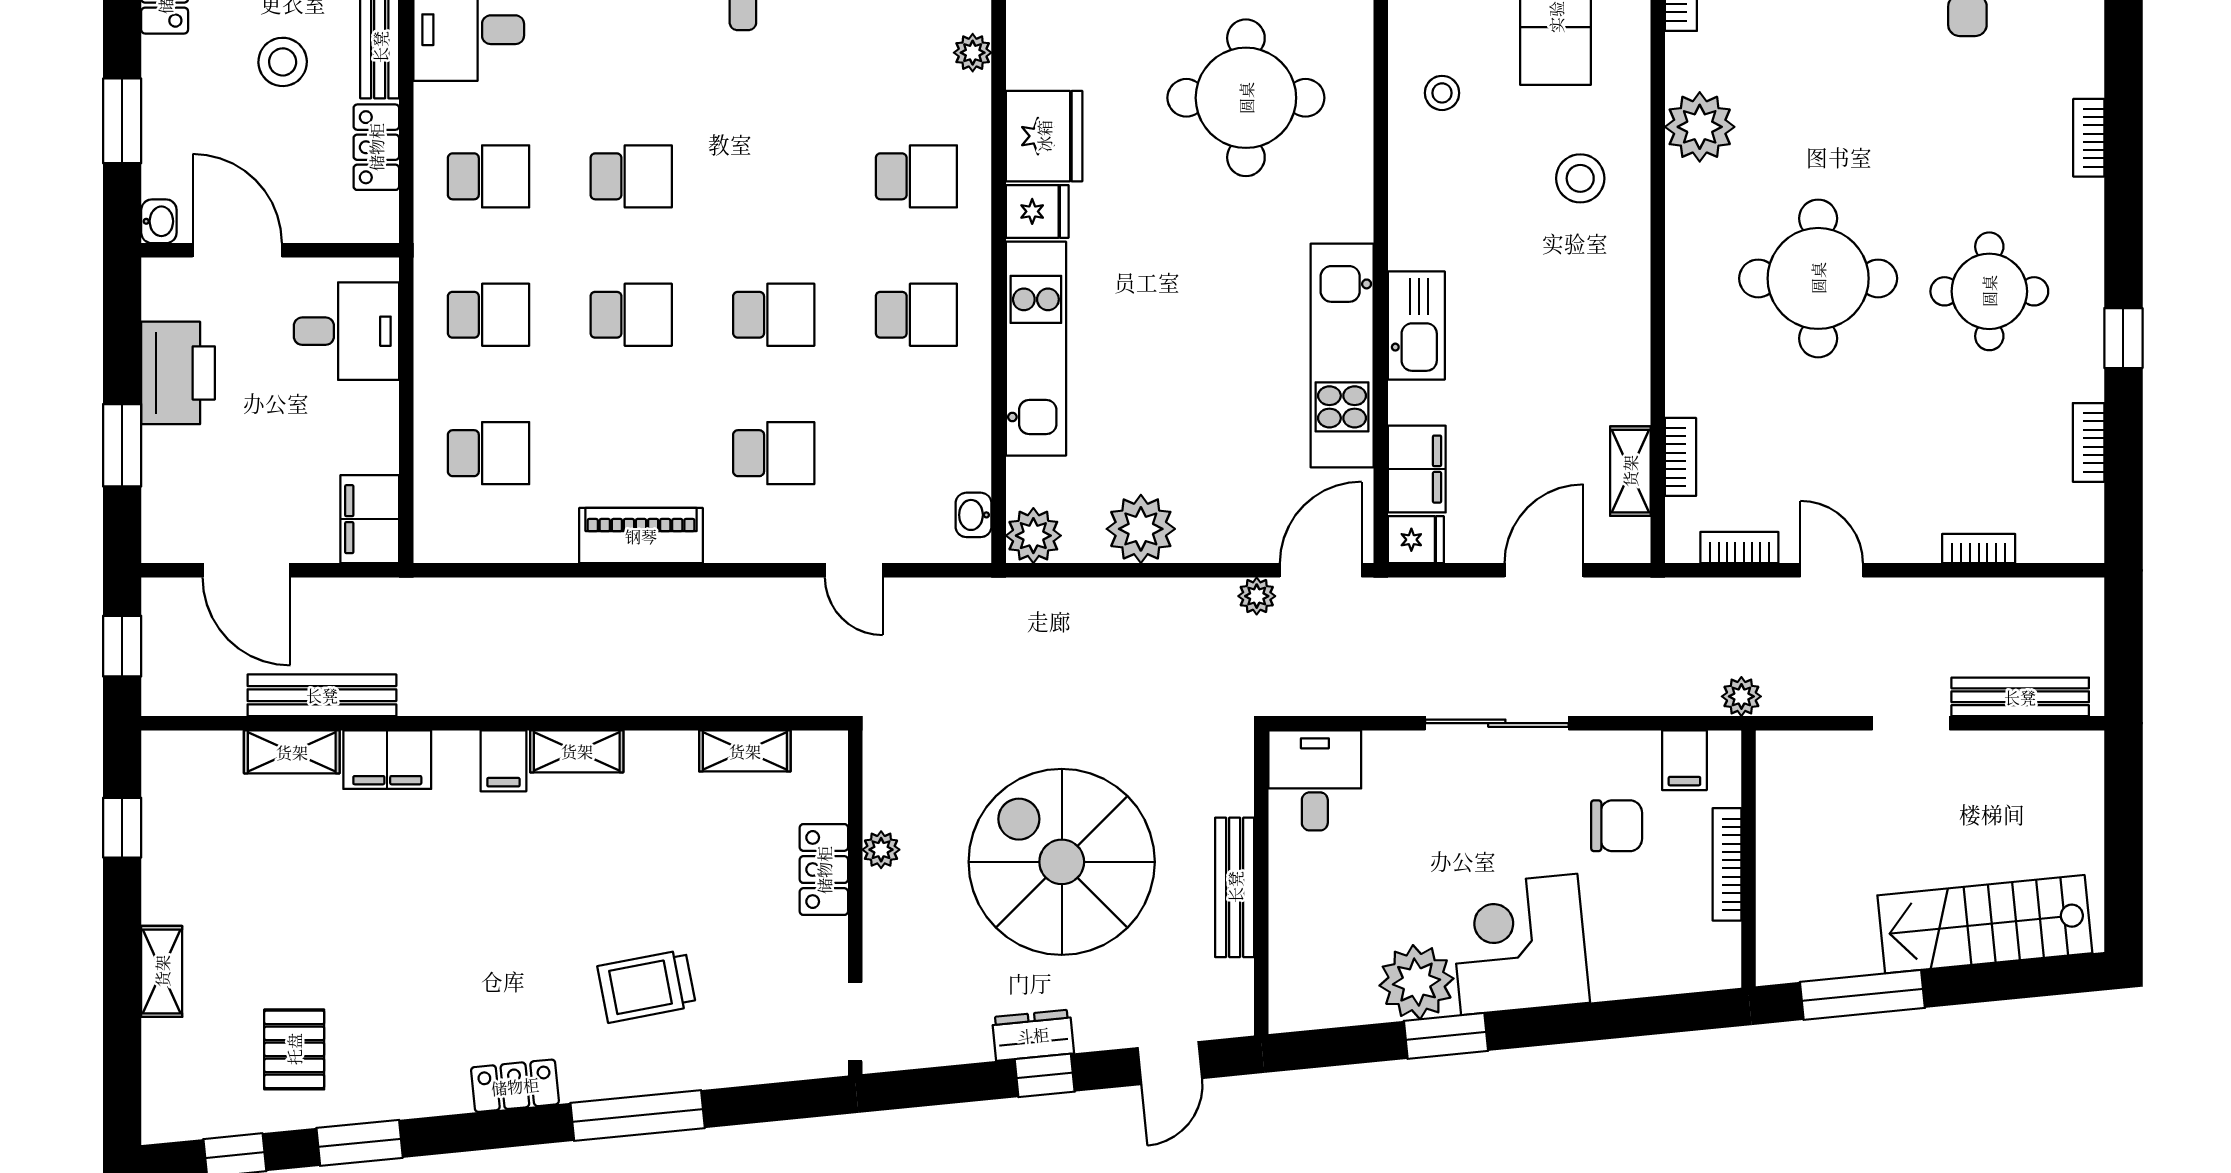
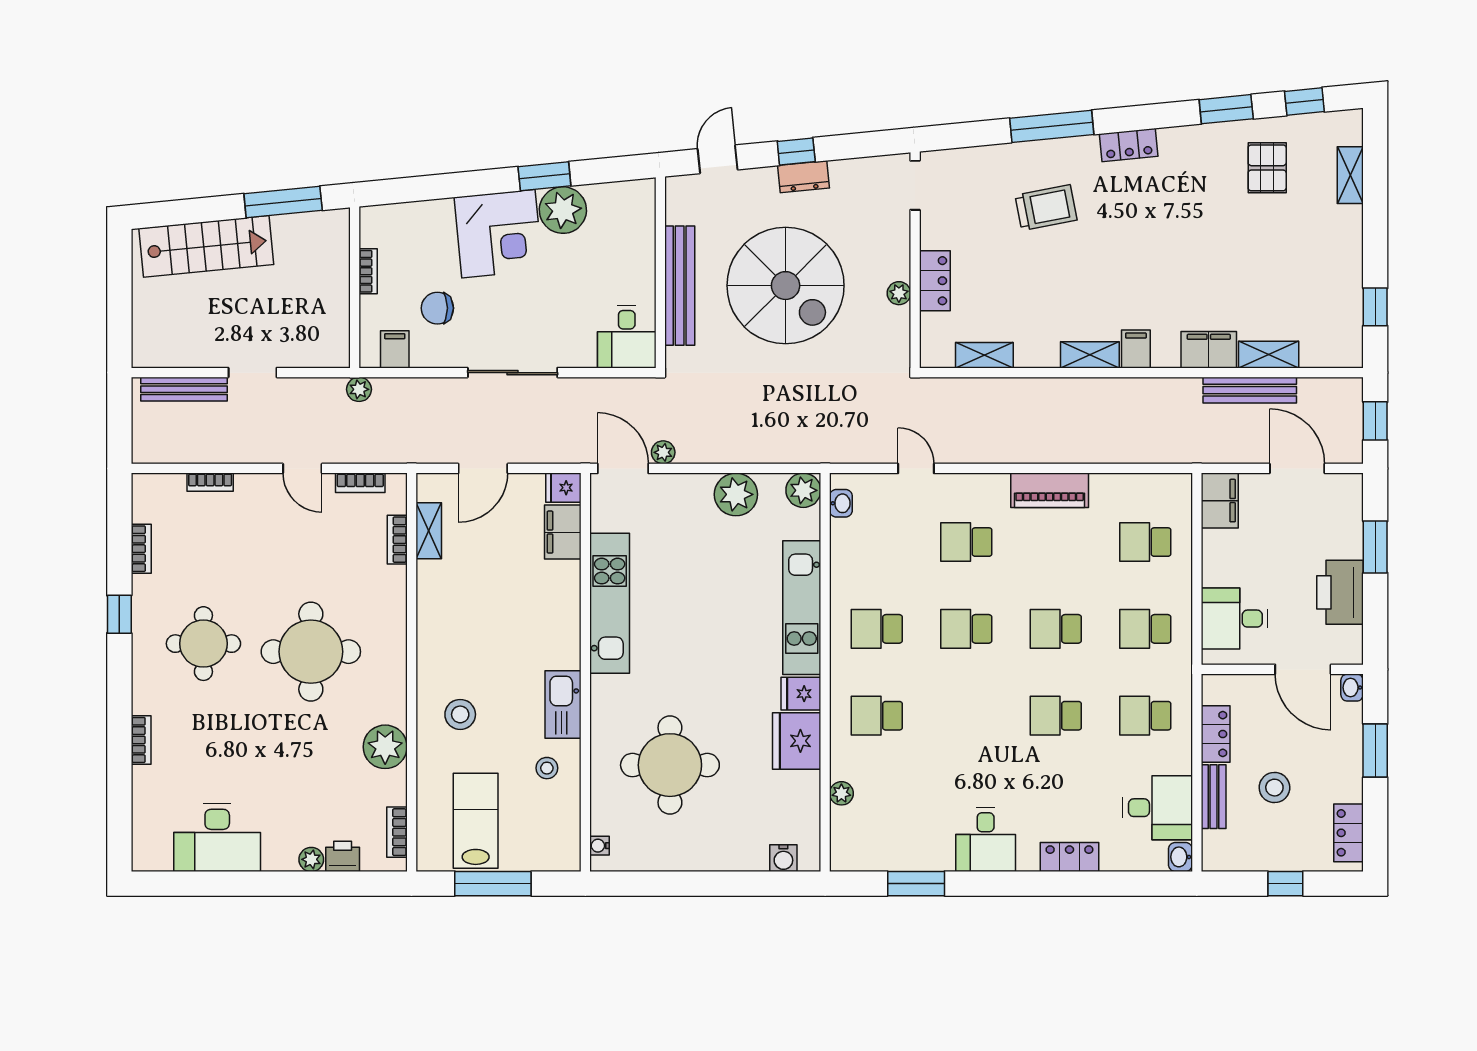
kitchen sink: (1416, 325) -> (563, 705), moved
door: (1321, 570) -> (623, 468), swing flipped
bookcase: (1727, 864) -> (368, 271), width x0.64
bench: (1235, 887) -> (680, 286), width x1.37, depth x1.21
shelving: (162, 971) -> (1350, 175), moved

